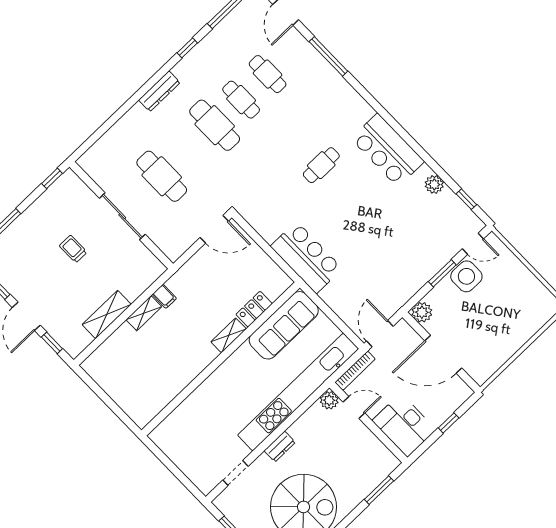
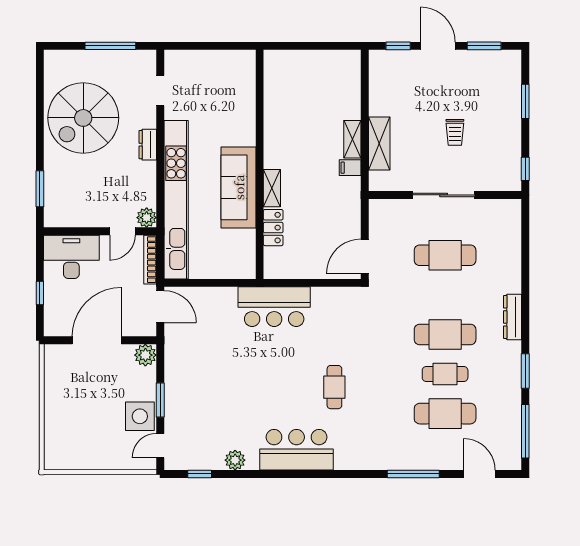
window: (187, 48) -> (525, 371), width x1.50
cafe table: (268, 74) -> (445, 414), width x1.37, depth x1.35
trolley: (73, 249) -> (455, 132), turned 90
shelving: (107, 314) -> (379, 143), moved
sofa: (284, 325) -> (239, 187), moved

